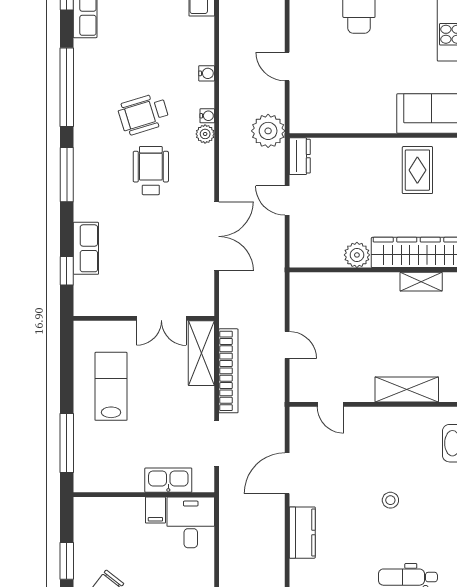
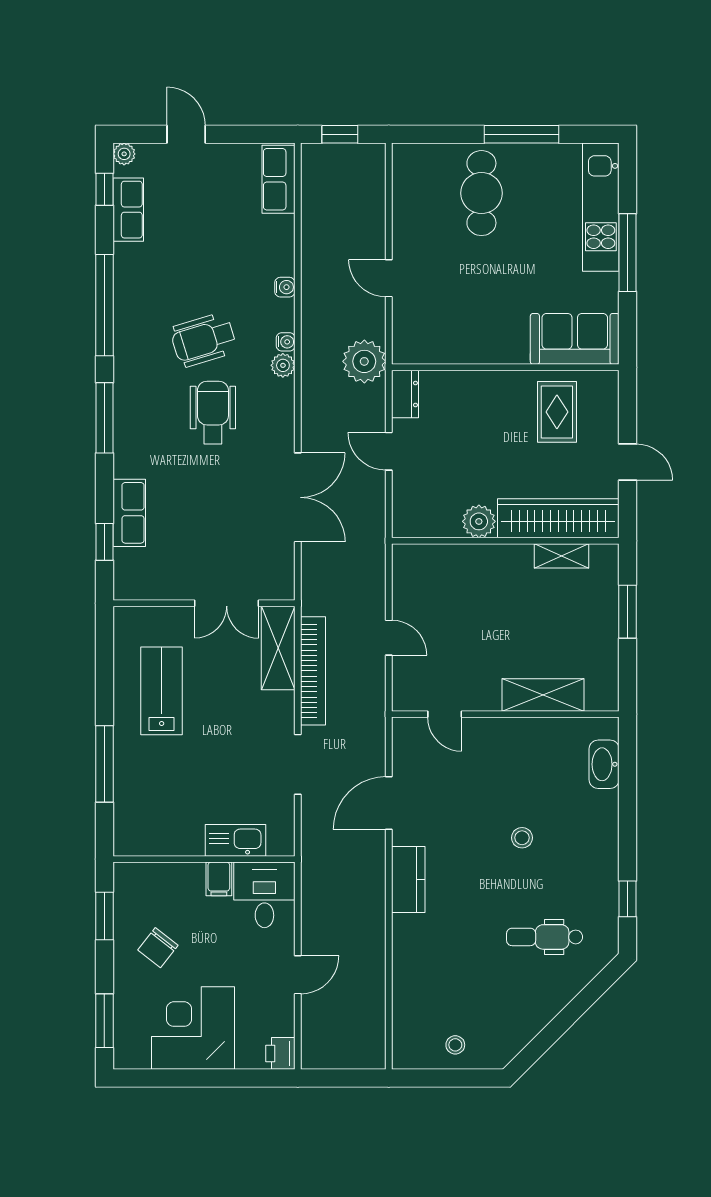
kitchen sink: (168, 480) -> (236, 840), moved
wall: (144, 495) -> (204, 859), moved
filing cabinet: (155, 510) -> (219, 879), moved
desk: (191, 522) -> (264, 895), moved

